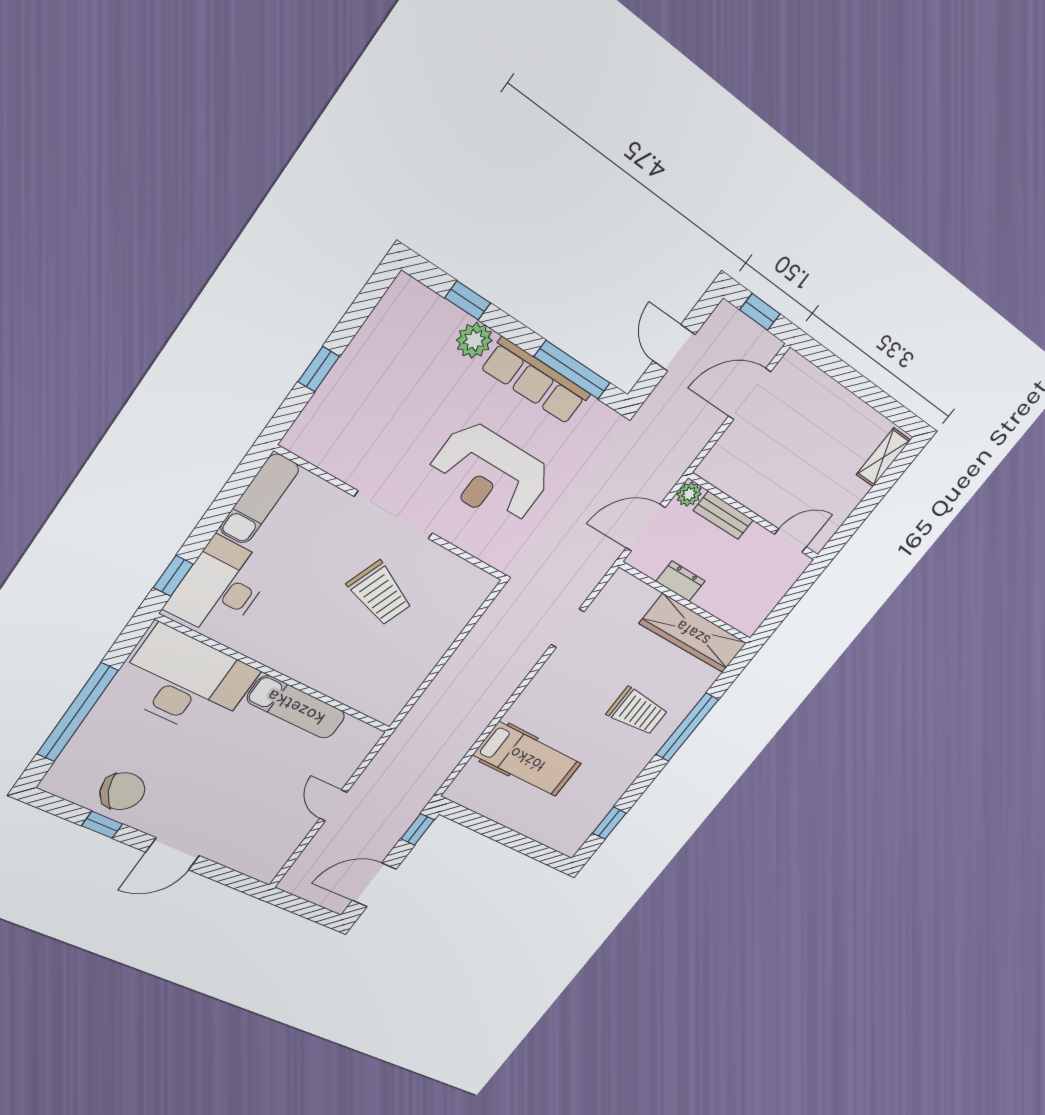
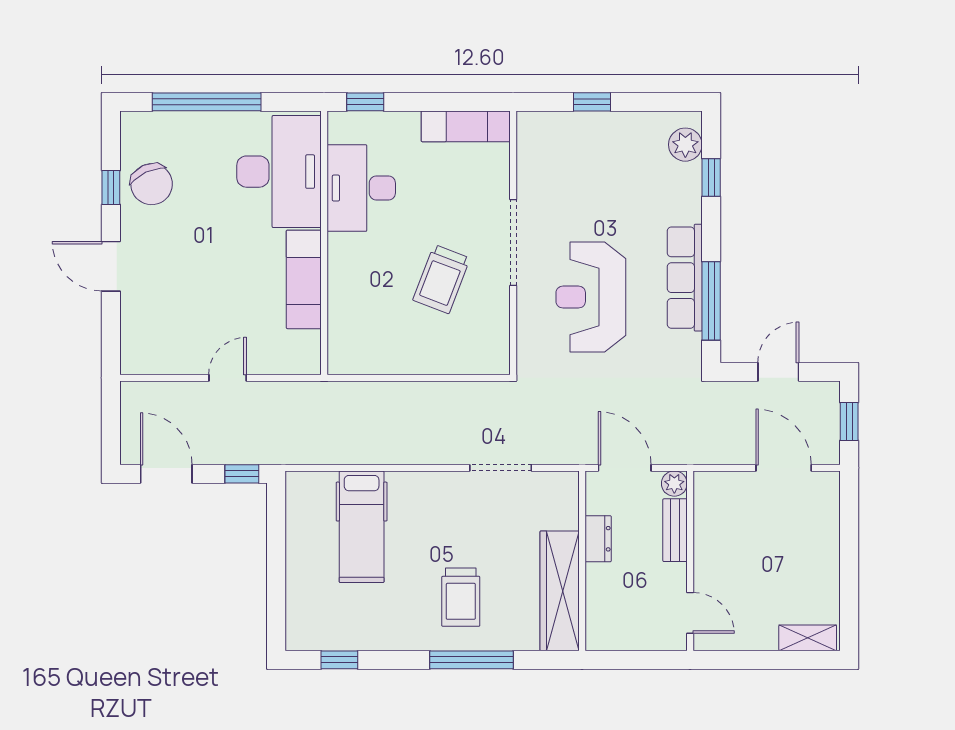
plant: (474, 340) -> (685, 145), moved
desk: (220, 588) -> (361, 188), moved, turned -90
doorway: (568, 628) -> (501, 468), width x1.38

